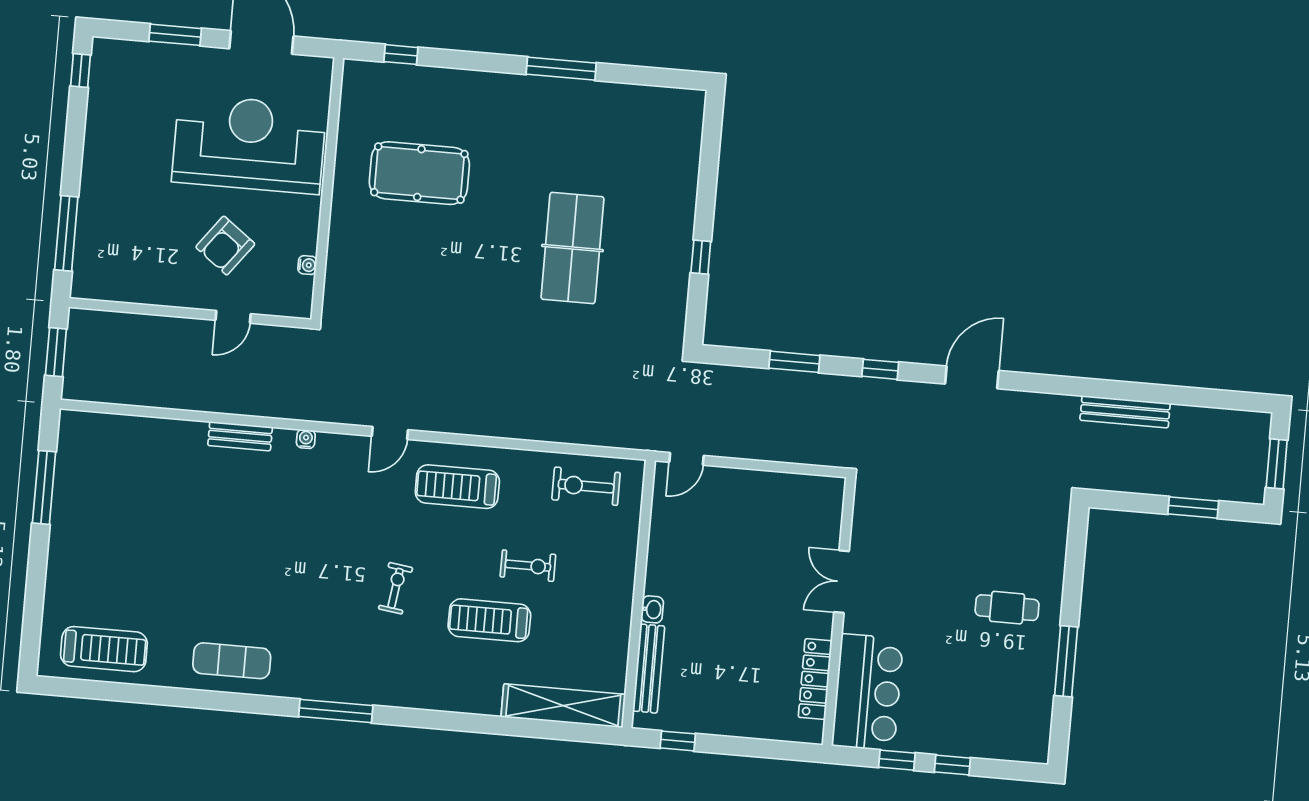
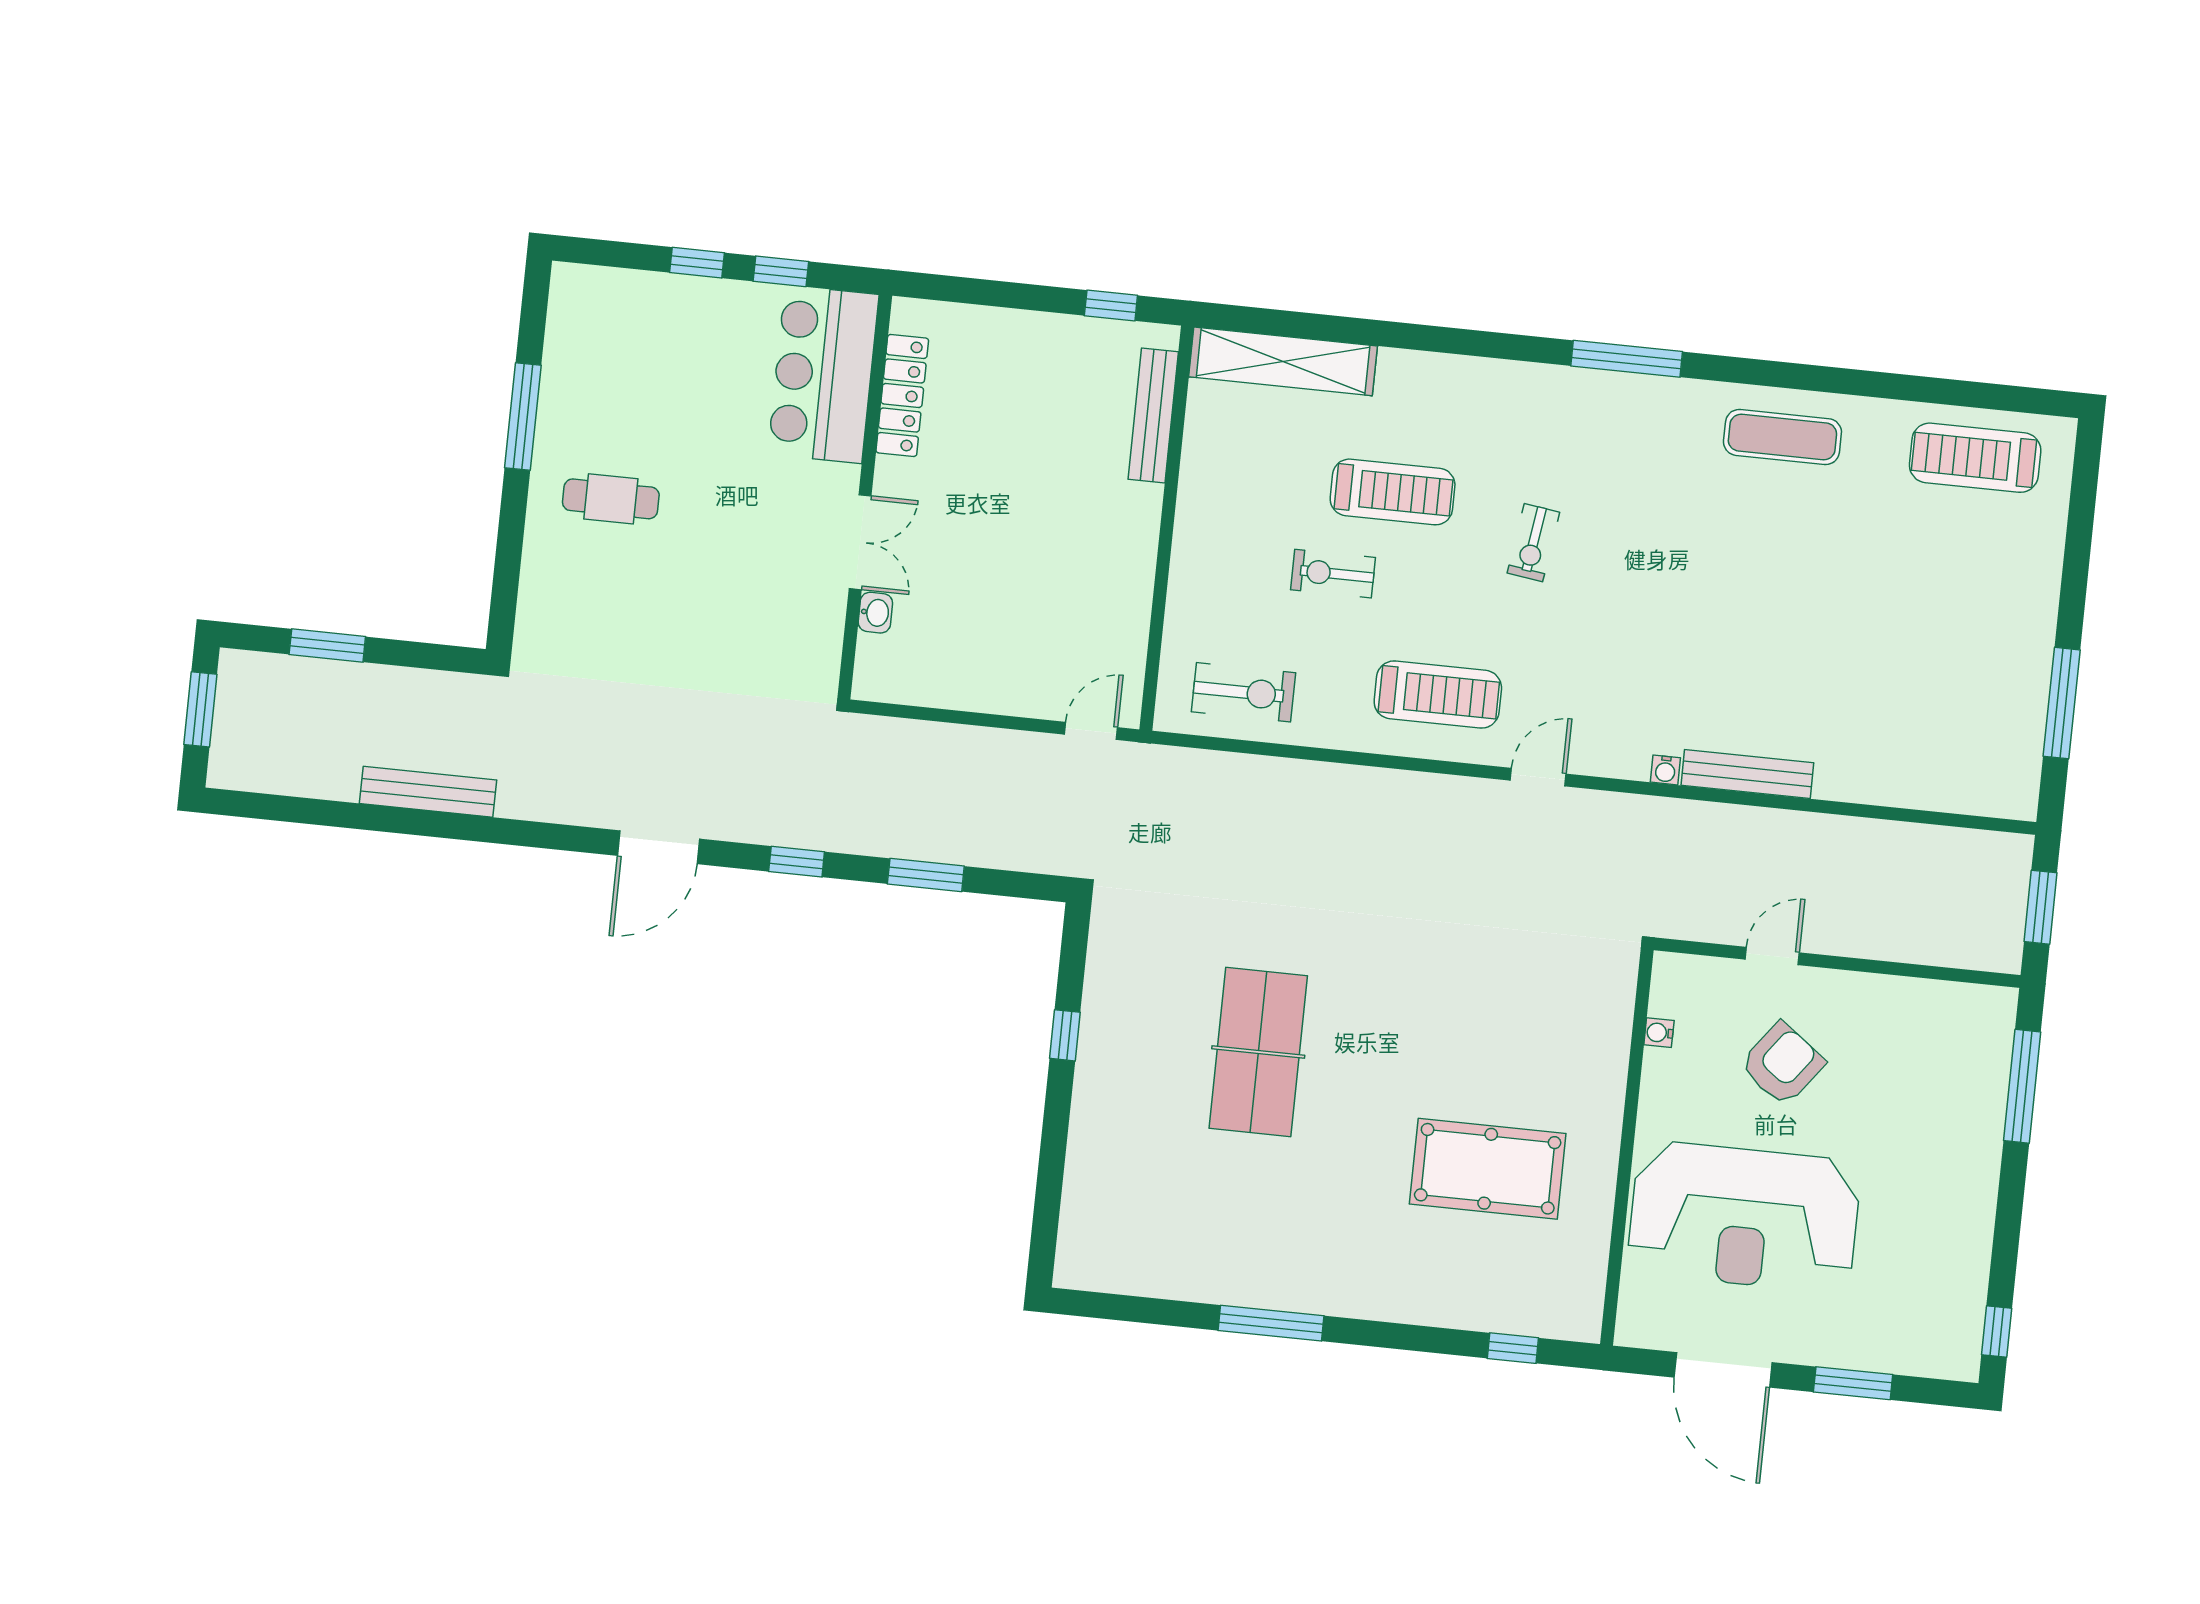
bench: (240, 436) -> (1747, 774), width x1.36
washbasin: (652, 609) -> (875, 613), moved, turned 180

